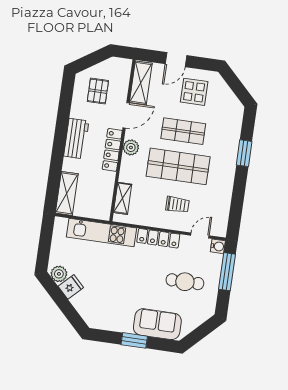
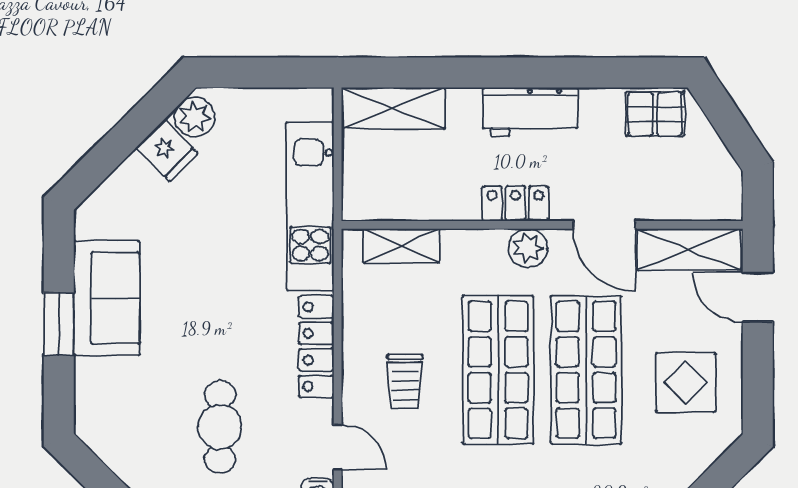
door: (176, 60) -> (758, 297), moved
pallet: (98, 91) -> (655, 114), moved
shop shelf: (183, 131) -> (586, 370), width x1.43, depth x1.36
locker: (112, 150) -> (515, 203), width x0.66
sofa: (157, 324) -> (107, 298), moved

